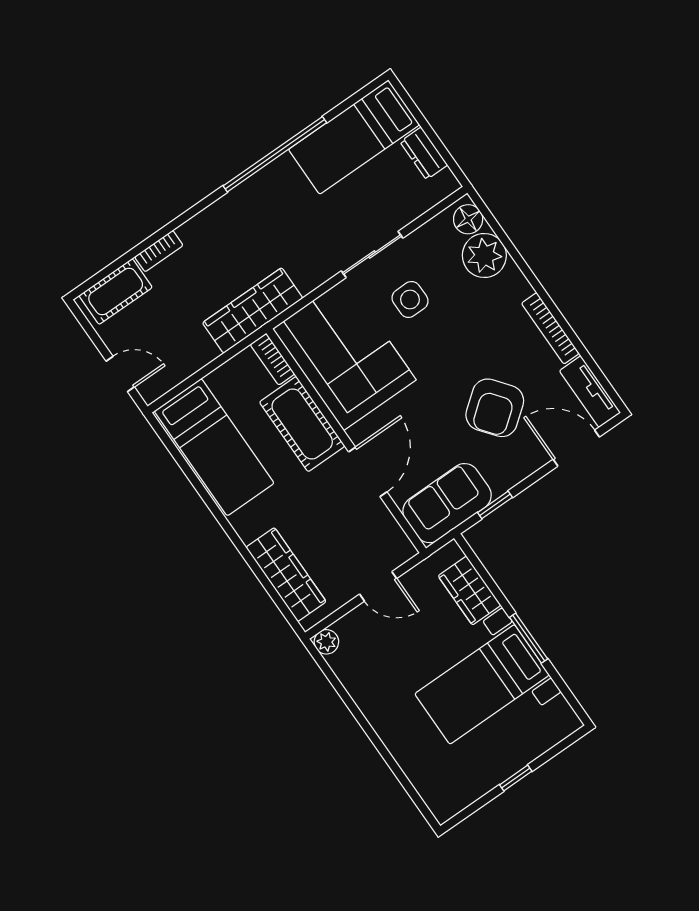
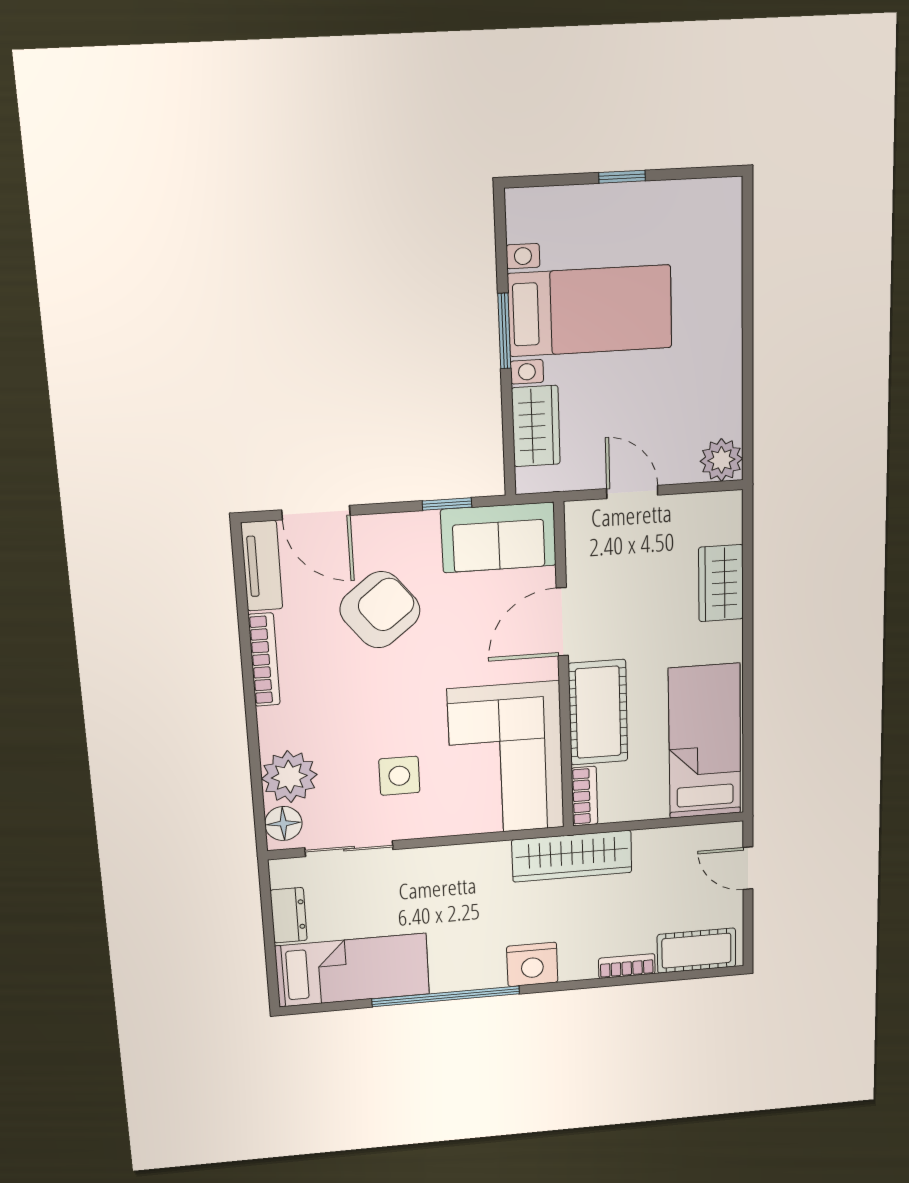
nightstand: (228, 214) -> (532, 964), added
sliding door: (372, 254) -> (349, 849), moved
wardrobe: (286, 575) -> (721, 583), width x0.67
plant: (326, 642) -> (721, 460), width x1.38, depth x1.38

